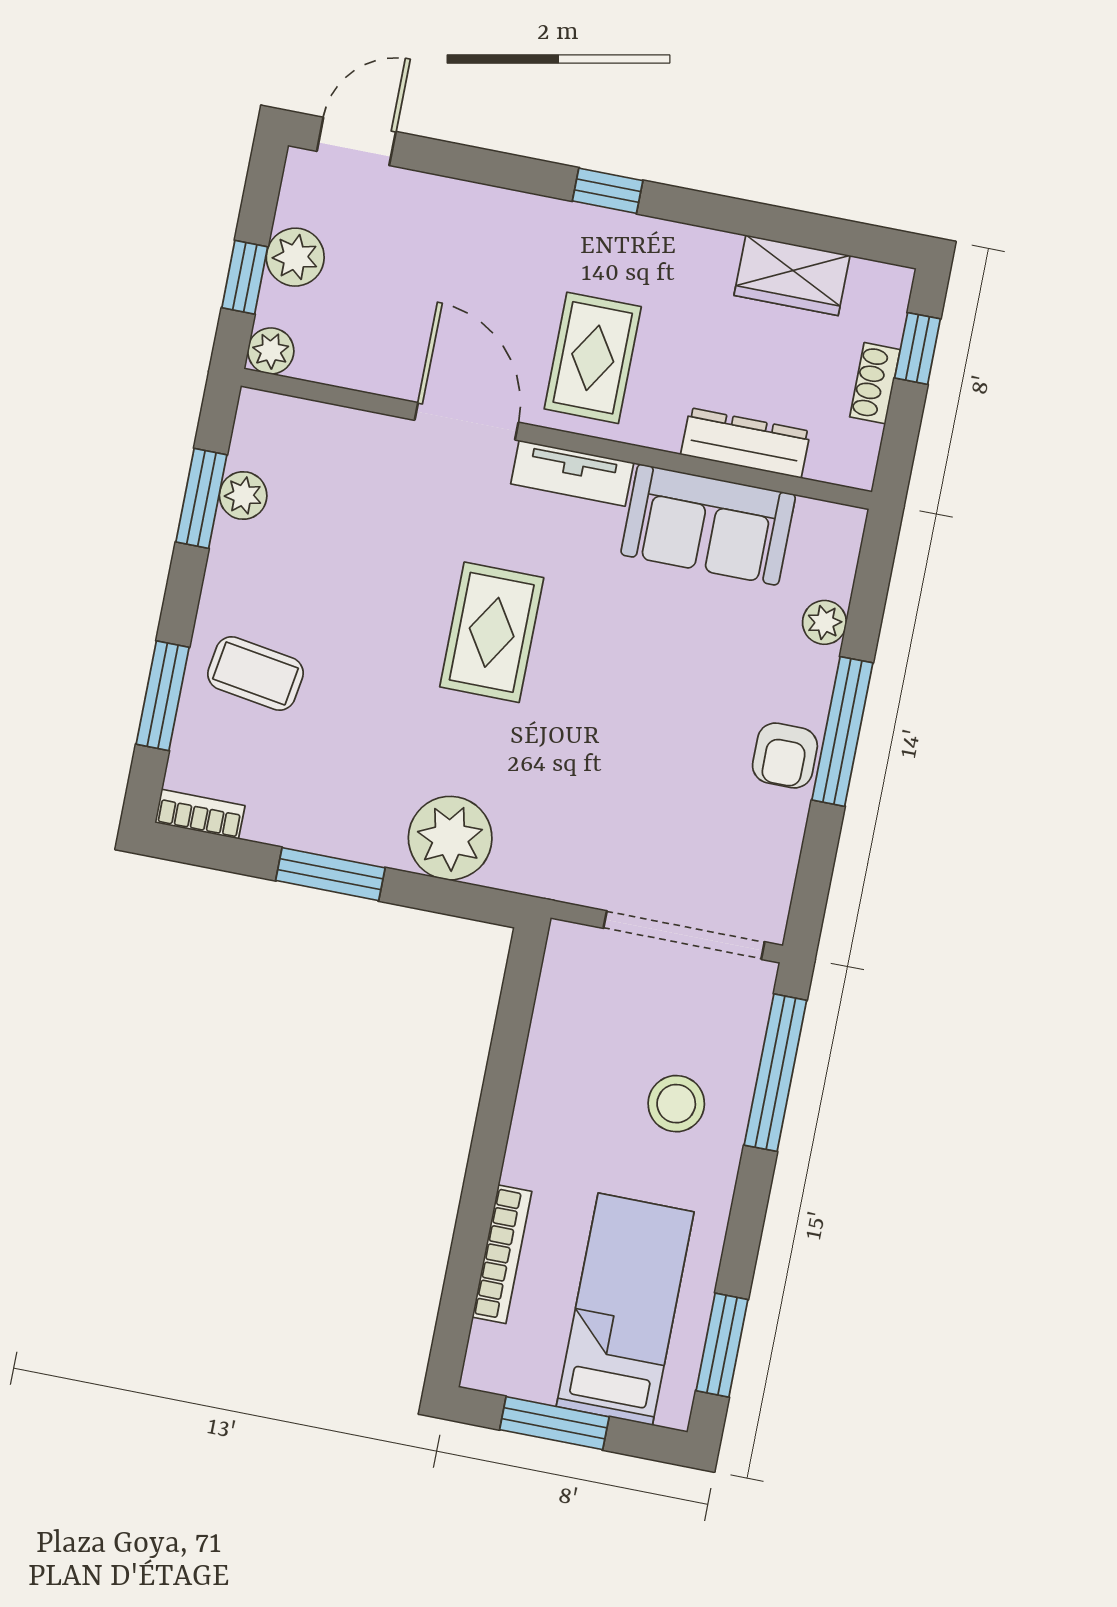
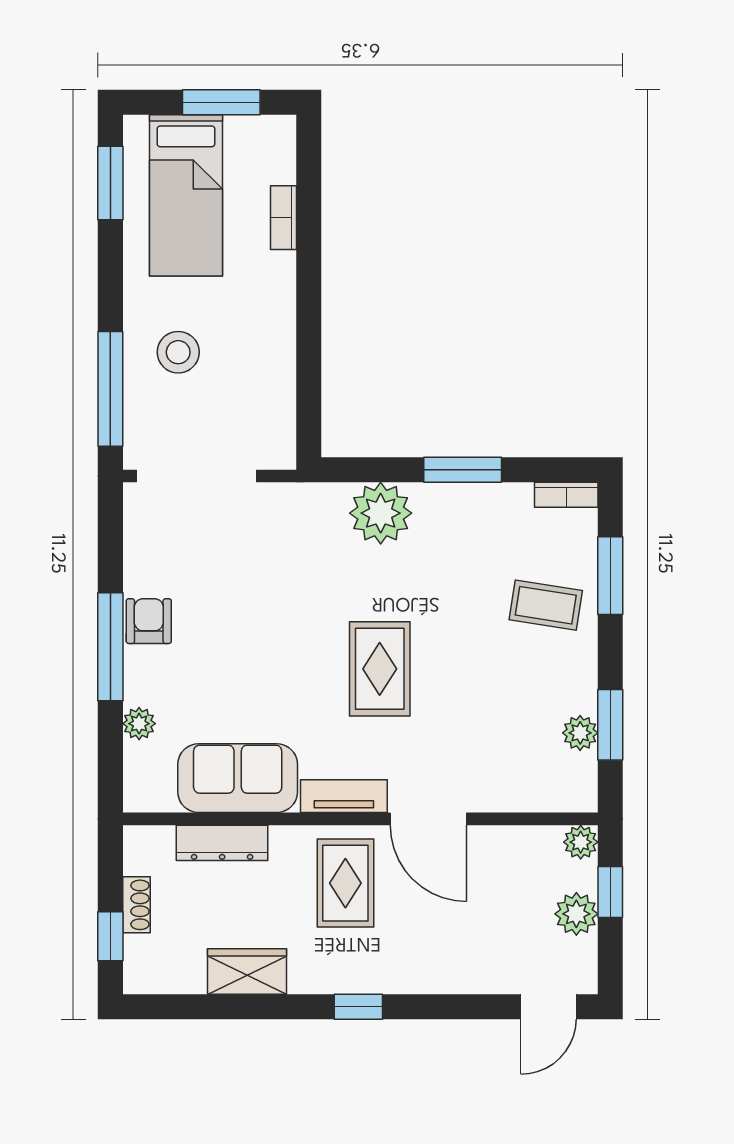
wardrobe: (792, 275) -> (247, 972), moved
bookcase: (502, 1254) -> (283, 218), width x0.64

